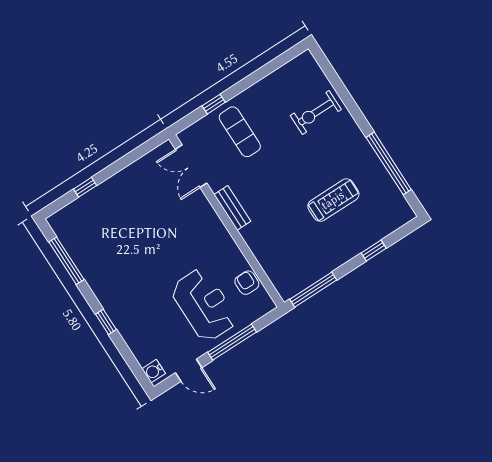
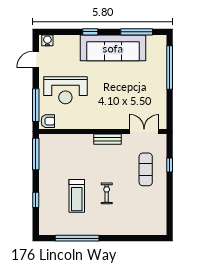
exercise bike: (316, 112) -> (107, 193), moved, width x0.73, depth x0.72
exercise mat: (240, 132) -> (146, 169), turned 90
window: (85, 187) -> (170, 67), width x3.17
sofa: (108, 278) -> (113, 48), added
armchair: (247, 283) -> (48, 121), moved
window: (232, 342) -> (36, 105), moved

